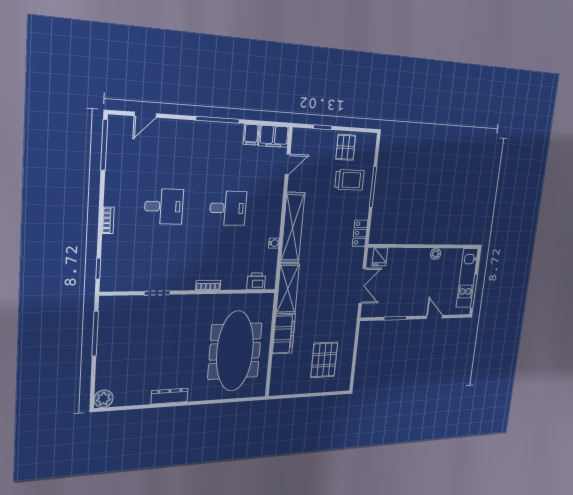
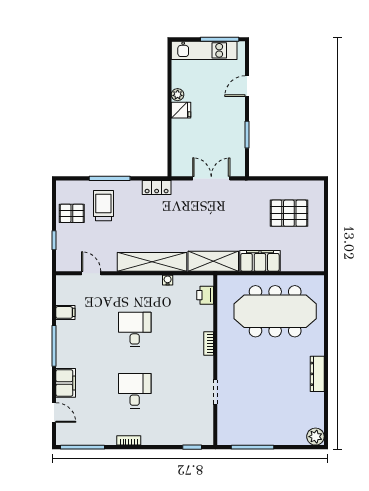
filing cabinet: (274, 136) -> (66, 383), moved
bookcase: (108, 220) -> (129, 440), moved
fridge: (380, 257) -> (181, 110), moved

